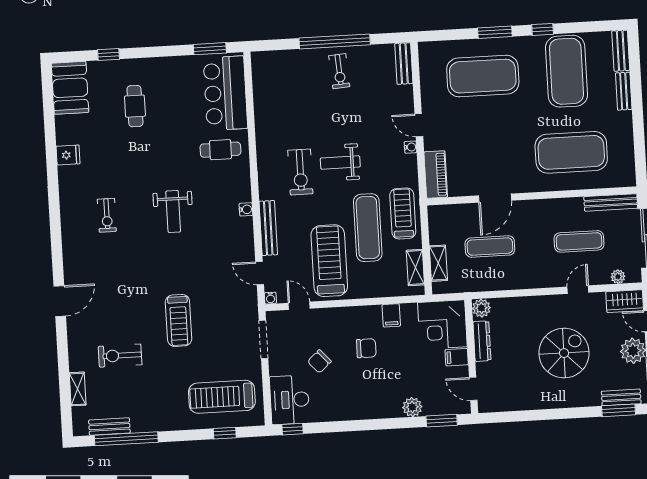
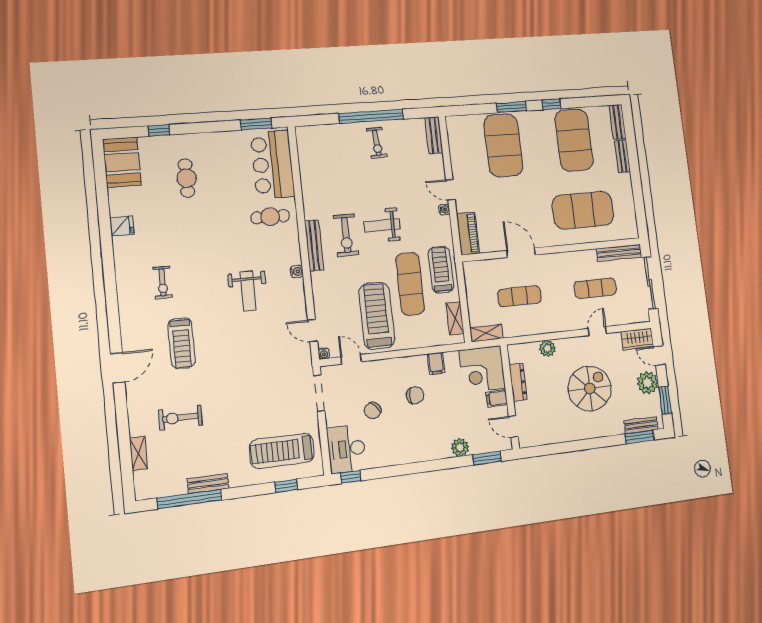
exercise mat: (483, 76) -> (503, 145), turned 90
door: (495, 198) -> (521, 253), swing flipped
weight bench: (173, 211) -> (248, 291), moved
bench: (268, 228) -> (314, 245), moved
shelving: (438, 263) -> (486, 333), moved, turned 90
plant: (618, 277) -> (630, 318), removed
plant: (481, 308) -> (547, 348), moved
treadmill: (179, 320) -> (182, 343), moved
bench: (109, 427) -> (208, 484), moved

